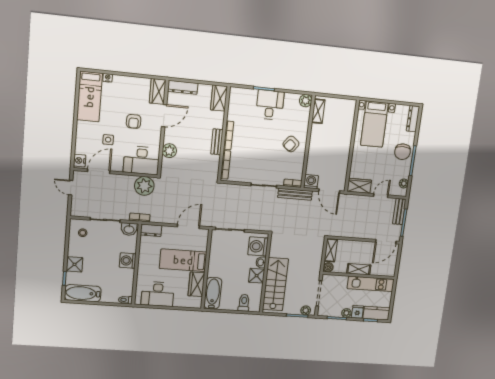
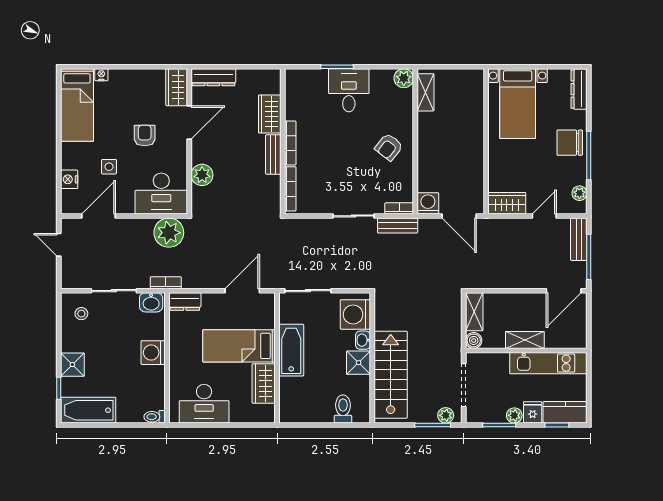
wardrobe: (219, 98) -> (270, 114), moved
armchair: (134, 121) -> (145, 136), turned 180
chair: (403, 152) -> (570, 143), turned 90
nightstand: (80, 161) -> (69, 179), moved
bench: (295, 194) -> (398, 225), width x0.73
bathtub: (213, 293) -> (291, 350), moved

